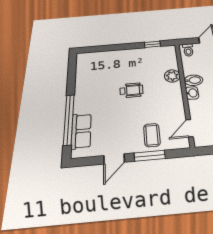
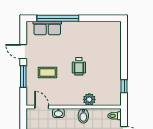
washbasin: (192, 93) -> (58, 113), moved
coffee table: (152, 135) -> (48, 72), moved

